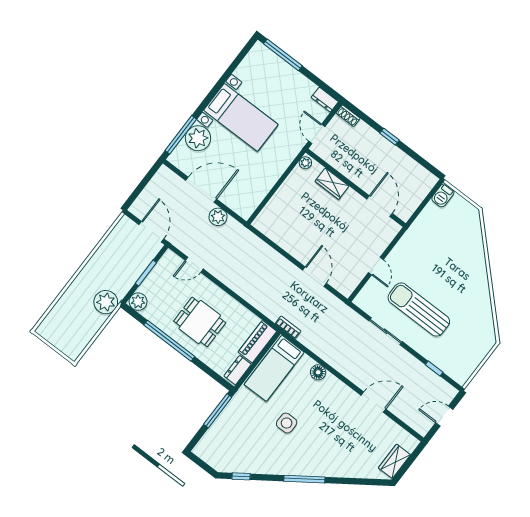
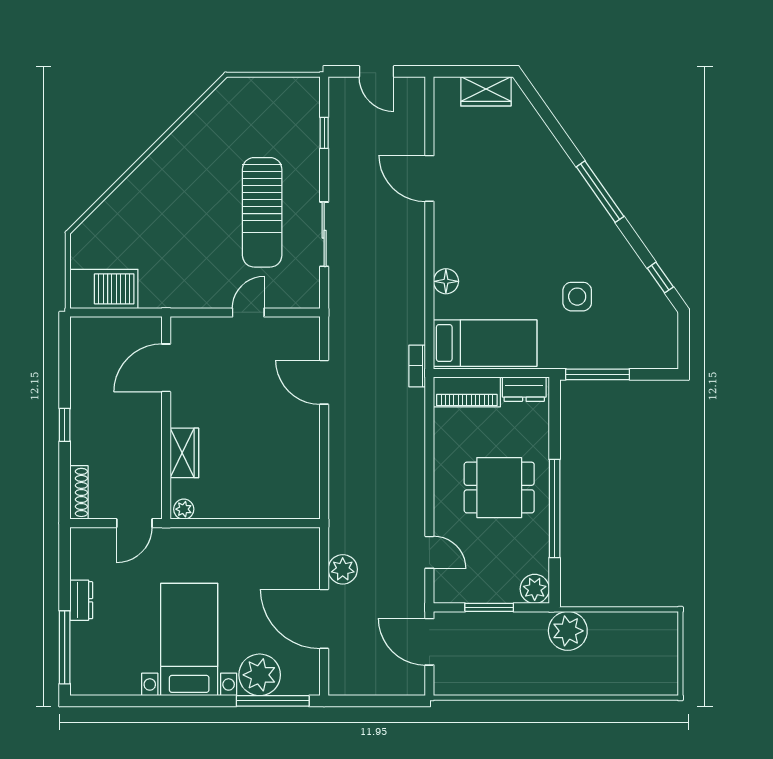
dresser: (325, 100) -> (81, 600), moved
shoe rack: (348, 116) -> (79, 492), width x1.43
barbecue: (443, 195) -> (104, 289), width x1.88, depth x1.53
door: (151, 232) -> (429, 642), hinge flipped
door: (315, 277) -> (324, 382), hinge flipped
dining table: (200, 322) -> (499, 488), turned 90
side table: (287, 423) -> (577, 297), moved

